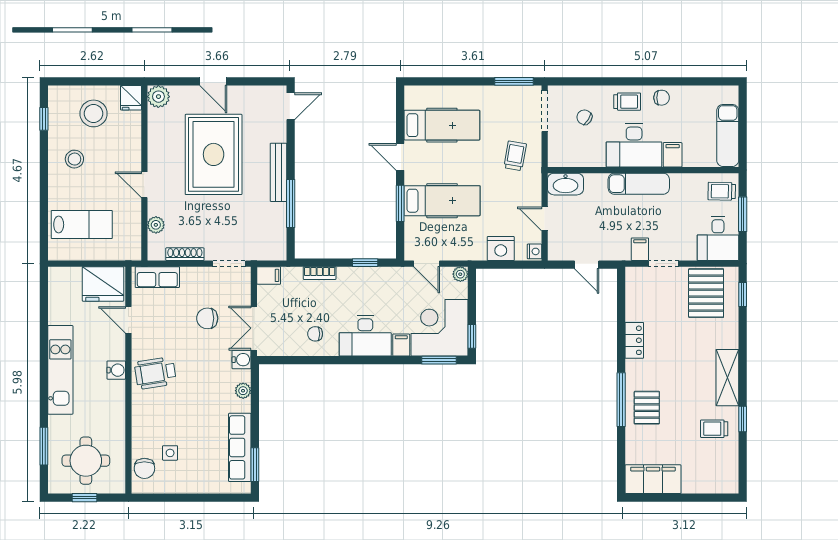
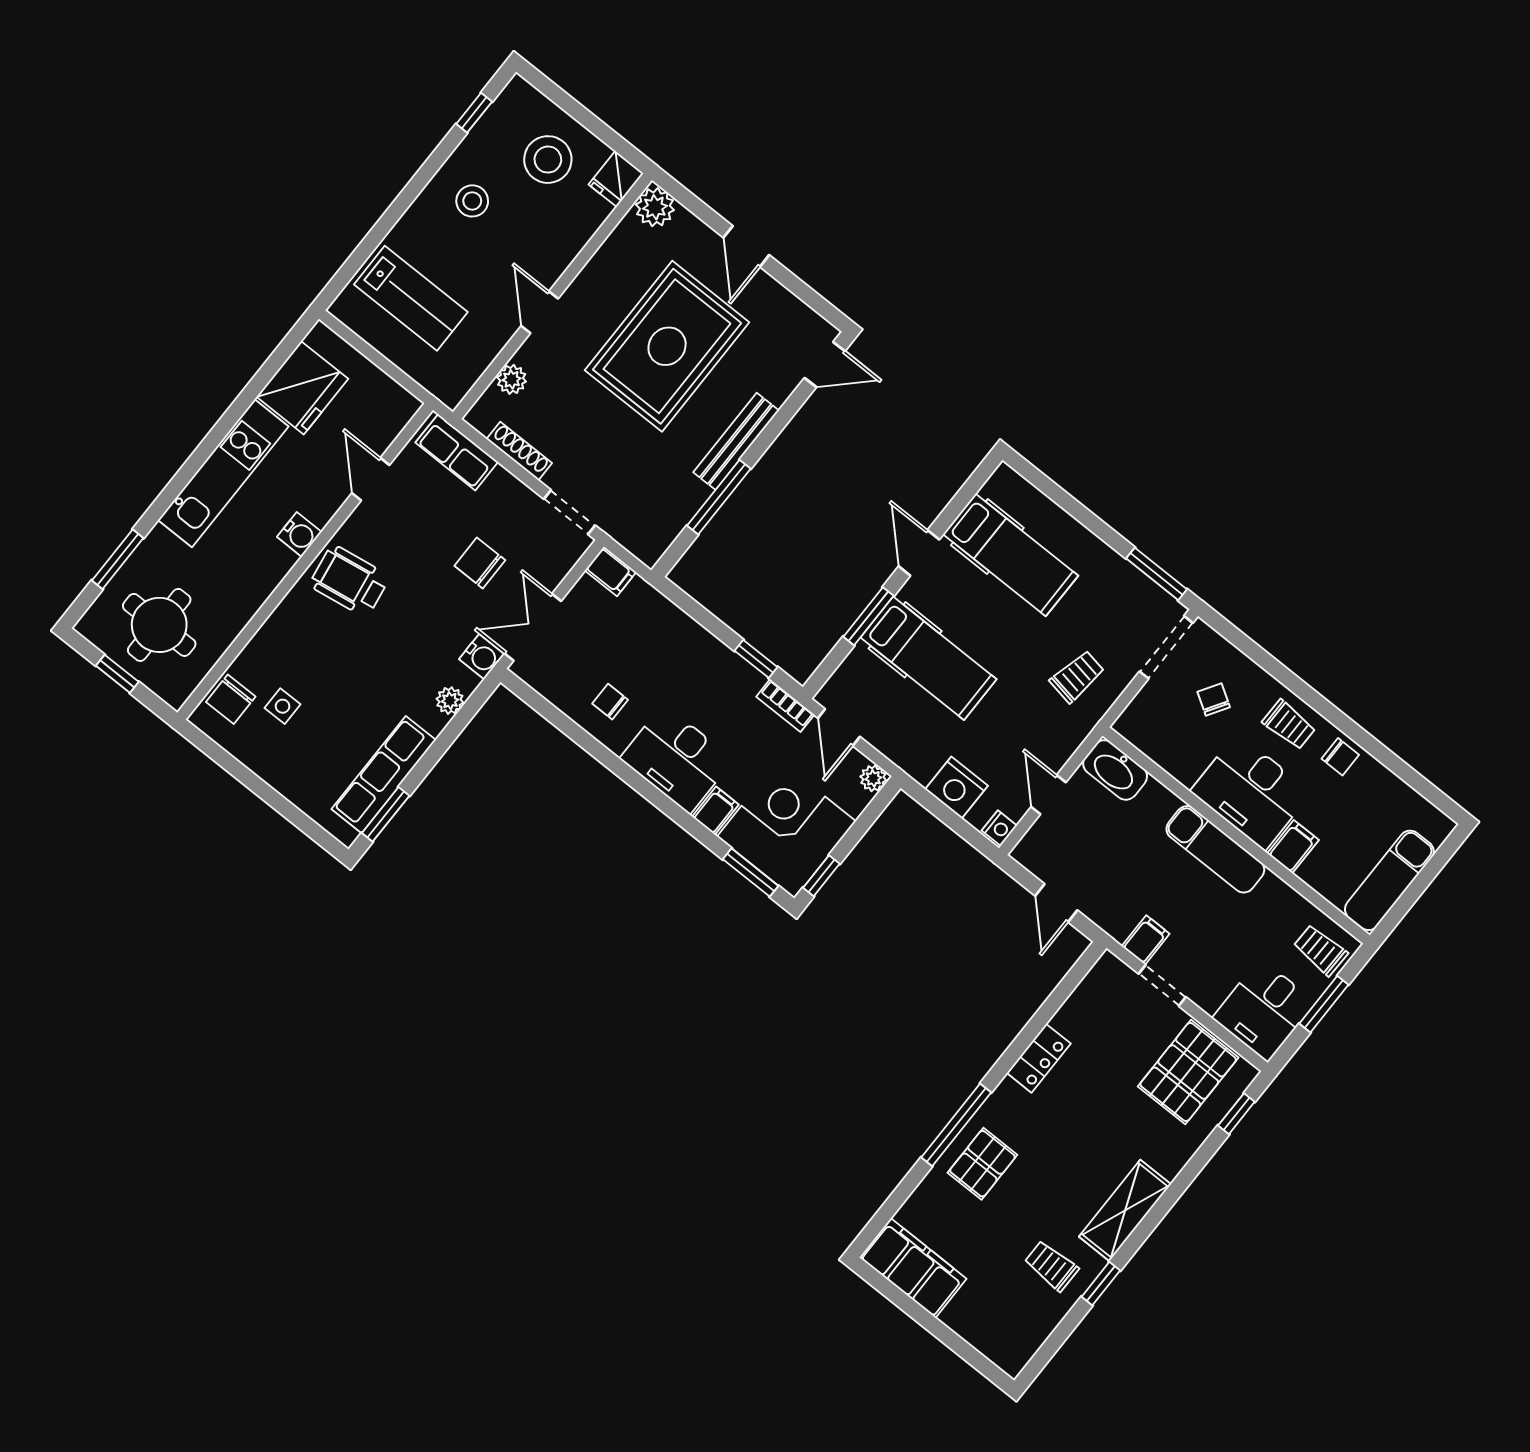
bookcase: (320, 273) -> (785, 706), moved
fridge: (103, 284) -> (302, 388), moved, turned -90

